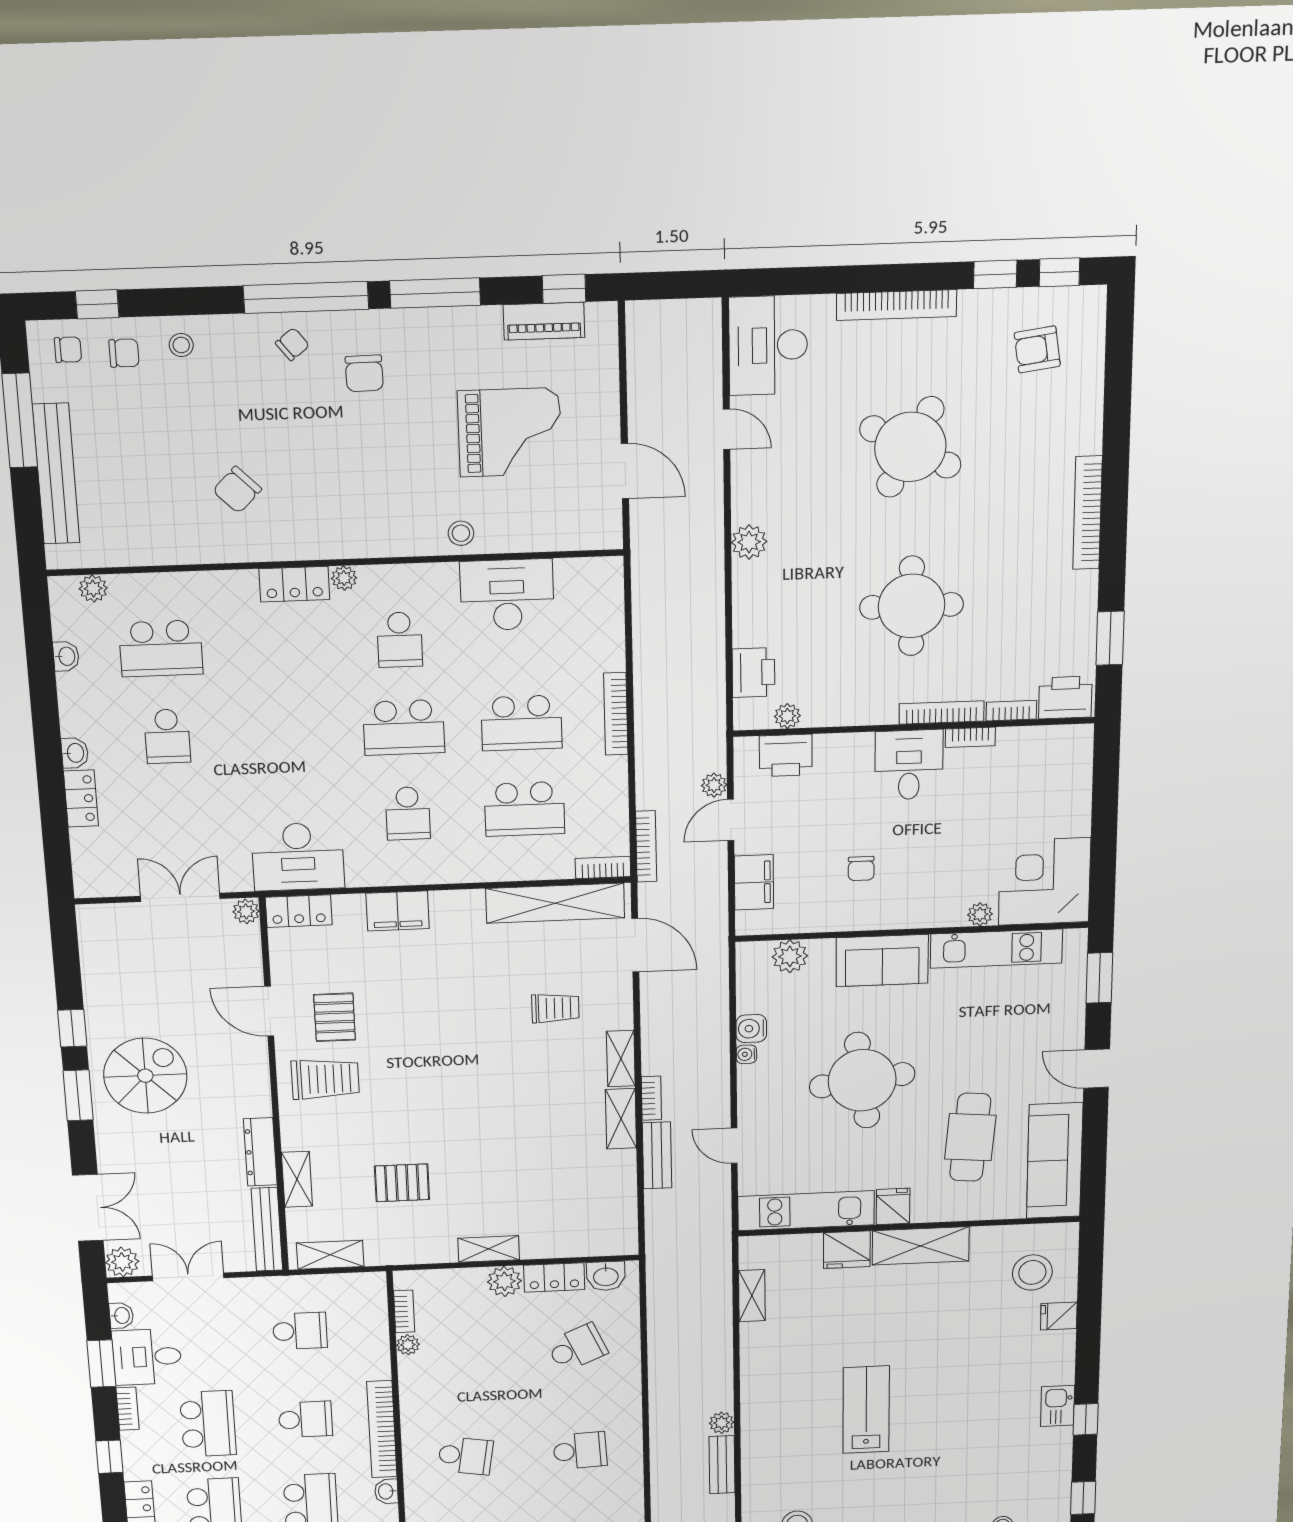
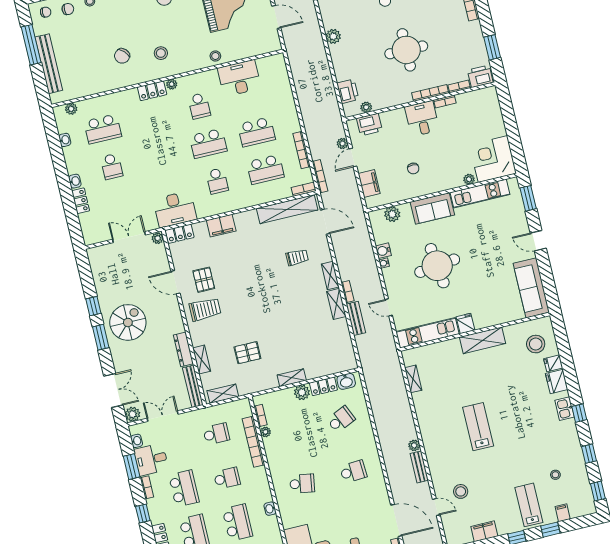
stool: (332, 501) -> (161, 53), added
bookcase: (616, 714) -> (302, 150), moved
cafe table: (970, 1137) -> (491, 284), removed
fridge: (847, 1250) -> (557, 381), moved, turned 90
bookcase: (382, 1429) -> (254, 442), moved

